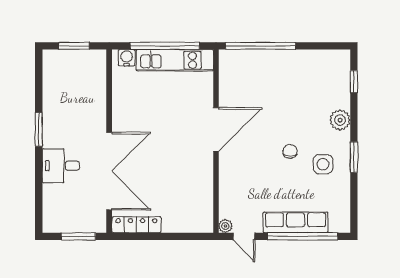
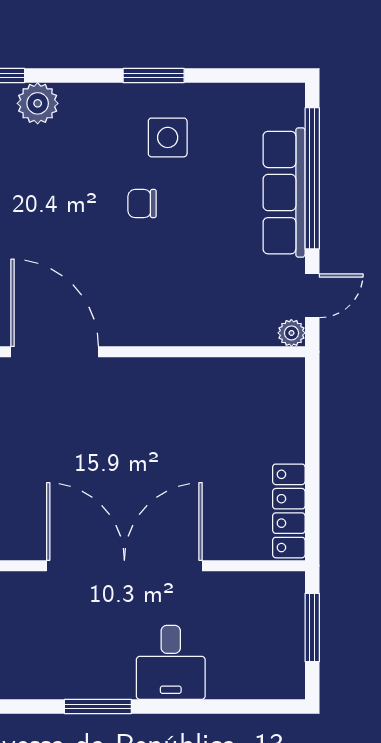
plant: (340, 120) -> (38, 103), moved
door: (216, 129) -> (55, 352), moved
double door: (109, 171) -> (124, 566), moved

